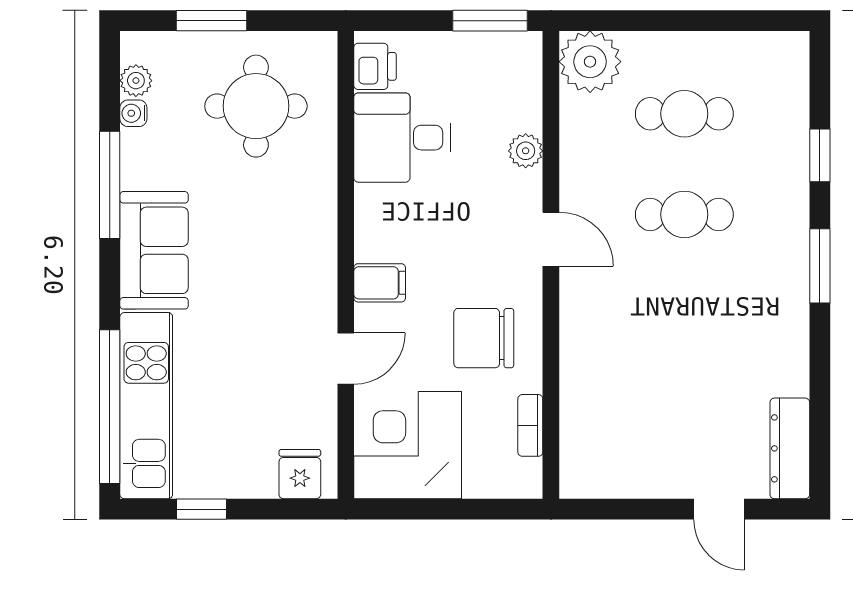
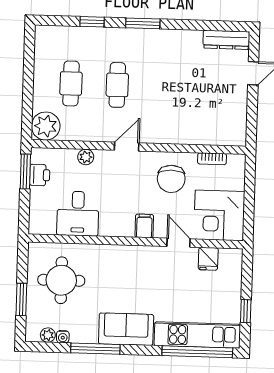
printer: (375, 66) -> (40, 175), moved, turned 90
fridge: (300, 474) -> (208, 259), moved, turned -90

